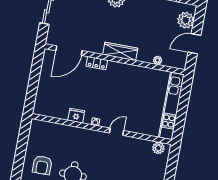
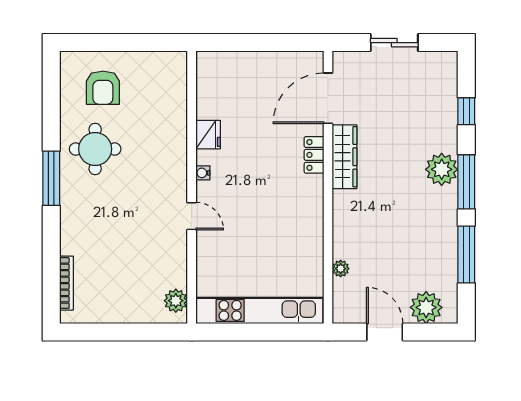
door: (69, 51) -> (328, 98), hinge flipped
wardrobe: (120, 51) -> (344, 157), moved
armchair: (42, 165) -> (103, 88), turned -90

